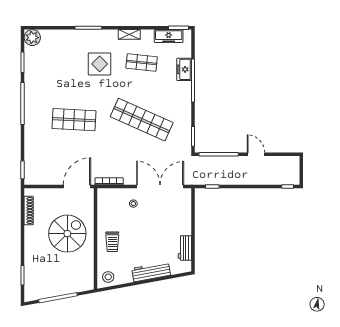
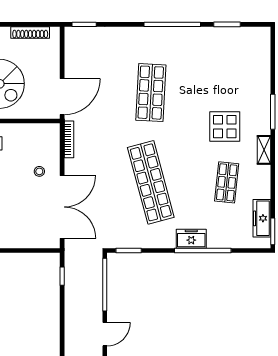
shelving: (129, 34) -> (264, 150), moved
plant: (32, 38) -> (260, 37), removed
freezer: (184, 69) -> (191, 239), moved
shop shelf: (142, 120) -> (151, 182), turned -39
door: (77, 186) -> (62, 97), hinge flipped

